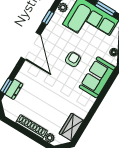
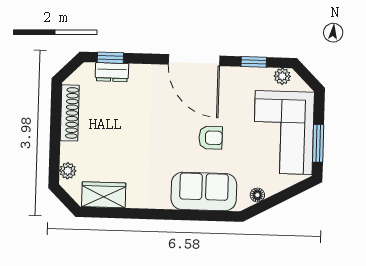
door: (31, 46) -> (194, 60), hinge flipped
shoe rack: (32, 127) -> (70, 113), moved

